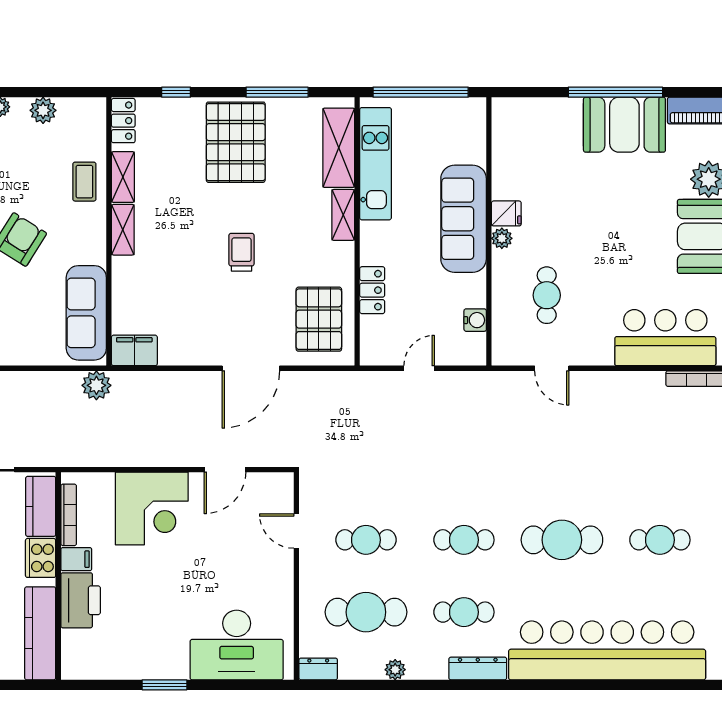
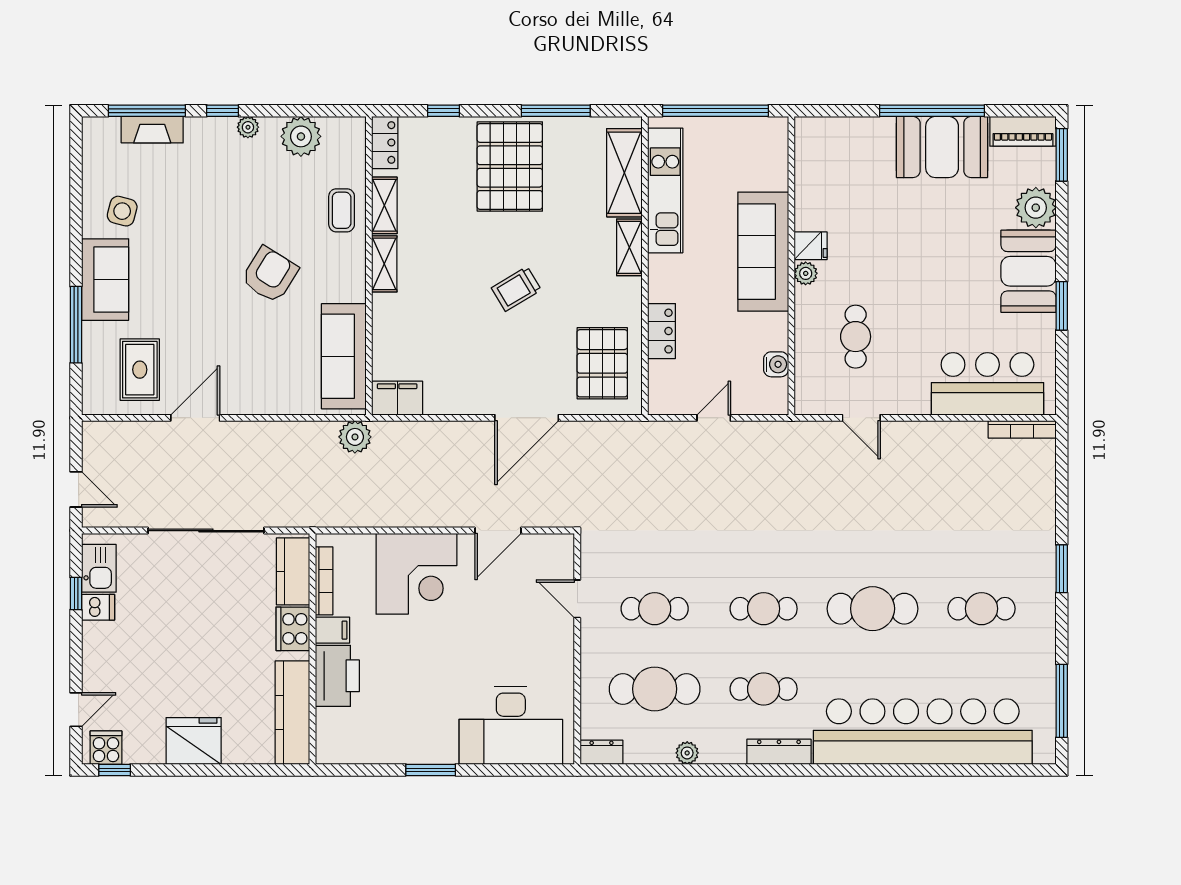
plant: (43, 110) -> (301, 136), width x1.36, depth x1.36
trolley: (241, 252) -> (516, 289), turned -121

